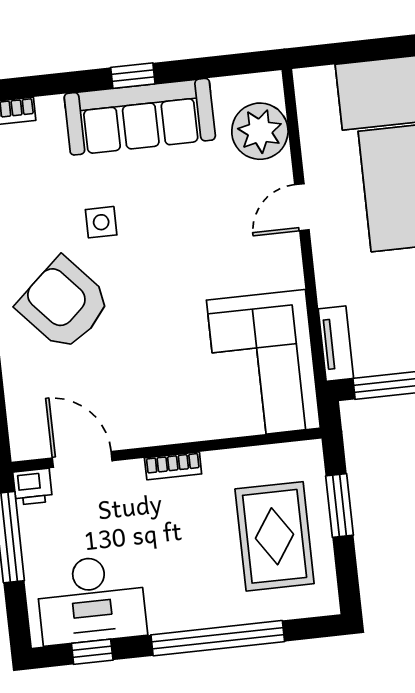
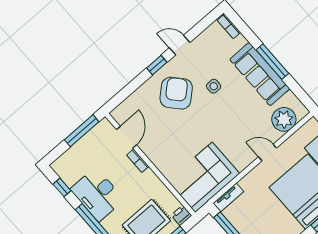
window: (133, 76) -> (272, 62), width x2.17
bookcase: (173, 466) -> (138, 161), moved
printer: (33, 487) -> (181, 215), moved, turned 90
desk: (91, 600) -> (97, 194), moved

